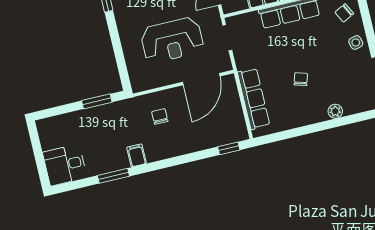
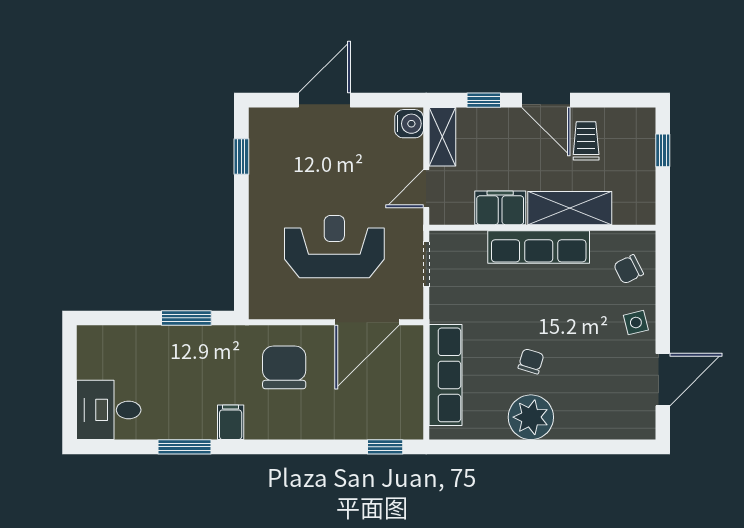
reception desk: (172, 40) -> (334, 247), turned 180
plant: (335, 111) -> (531, 417), moved, width x1.88, depth x1.88
chair: (160, 116) -> (284, 367), width x1.87, depth x1.87

